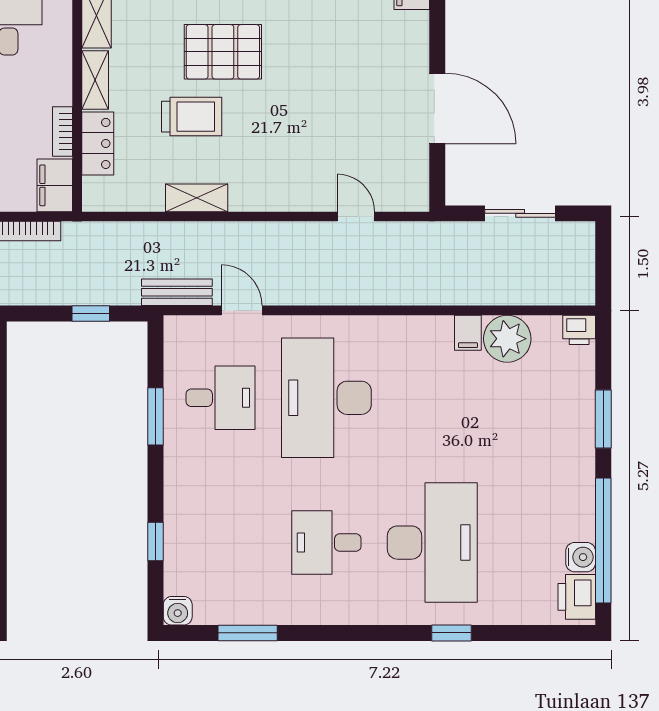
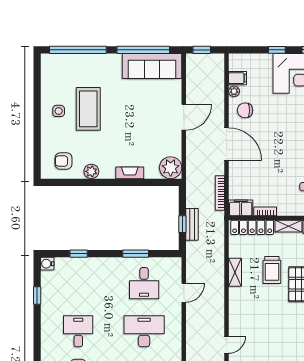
locker: (98, 143) -> (252, 227), width x1.53
bench: (177, 292) -> (192, 224), moved
desk: (326, 398) -> (144, 331), width x0.73, depth x0.77
window: (248, 633) -> (37, 295), width x0.67

